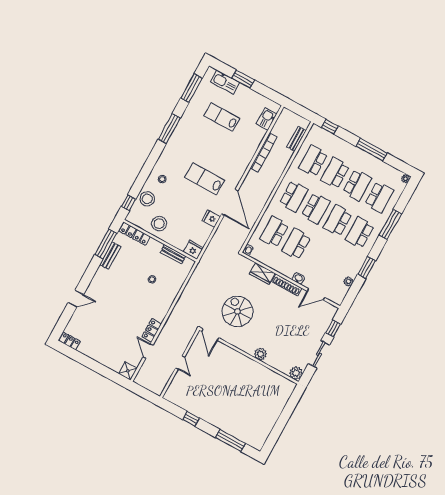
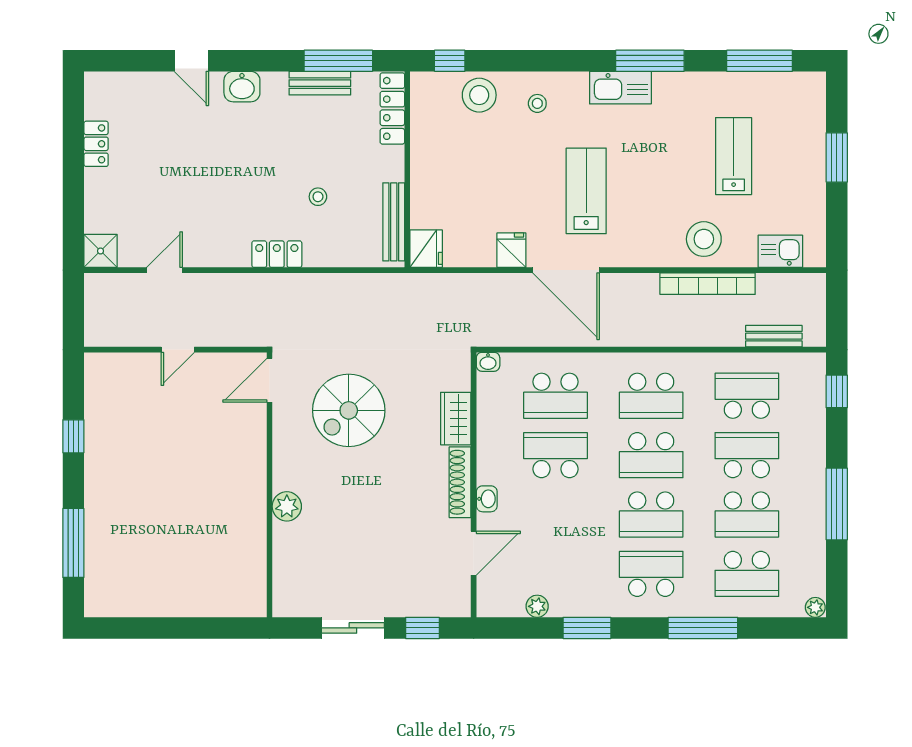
kitchen sink: (225, 82) -> (620, 88), moved, turned -90
door: (230, 202) -> (566, 270), hinge flipped
school desk: (338, 221) -> (651, 514), turned 180
stool: (159, 224) -> (704, 239), moved
school desk: (274, 232) -> (556, 396), turned 180
bench: (173, 254) -> (394, 222), width x1.36
washbasin: (96, 285) -> (242, 87), added
door: (316, 294) -> (474, 553), swing flipped
spiral stairs: (237, 311) -> (349, 410), turned 180
locker: (152, 330) -> (277, 254), moved
locker: (70, 341) -> (96, 144), moved
plant: (296, 373) -> (288, 602), removed

